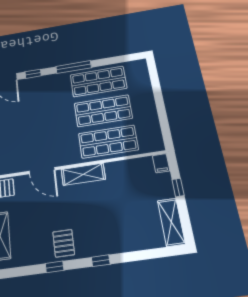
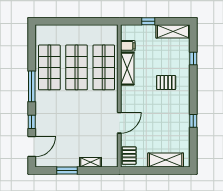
filing cabinet: (161, 163) -> (128, 46), moved
shelving: (83, 174) -> (127, 69), moved
pallet: (64, 243) -> (166, 83), moved
window: (101, 261) -> (193, 58), moved

